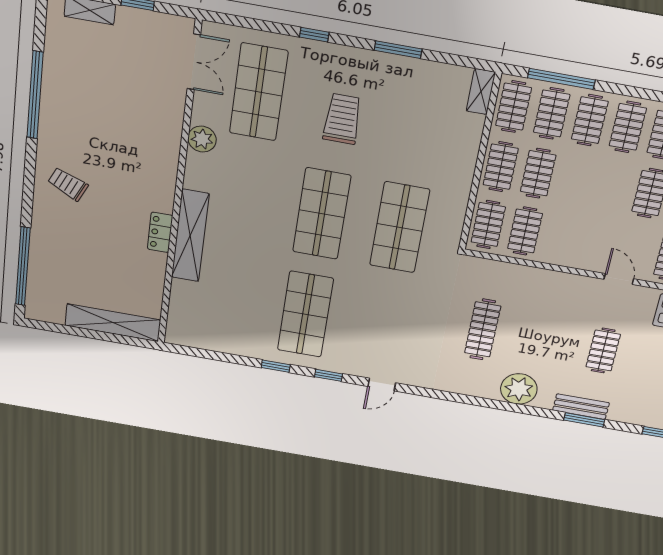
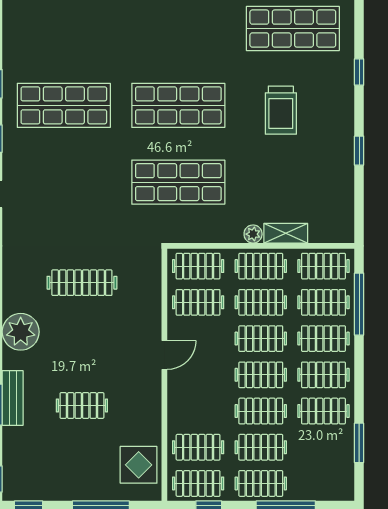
window: (398, 50) -> (359, 151), width x0.67
shelving: (481, 92) -> (286, 233), moved
trolley: (342, 119) -> (281, 110), turned 90
plant: (466, 168) -> (253, 234), added
clothes rail: (575, 180) -> (261, 339), added
clothes rail: (613, 187) -> (261, 375), added
door: (619, 279) -> (164, 355), moved

